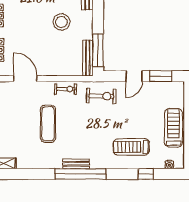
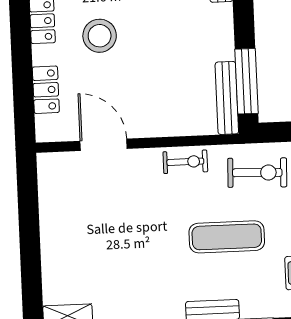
stool: (62, 22) -> (100, 36), moved
exercise mat: (48, 124) -> (227, 237), moved, turned 90

